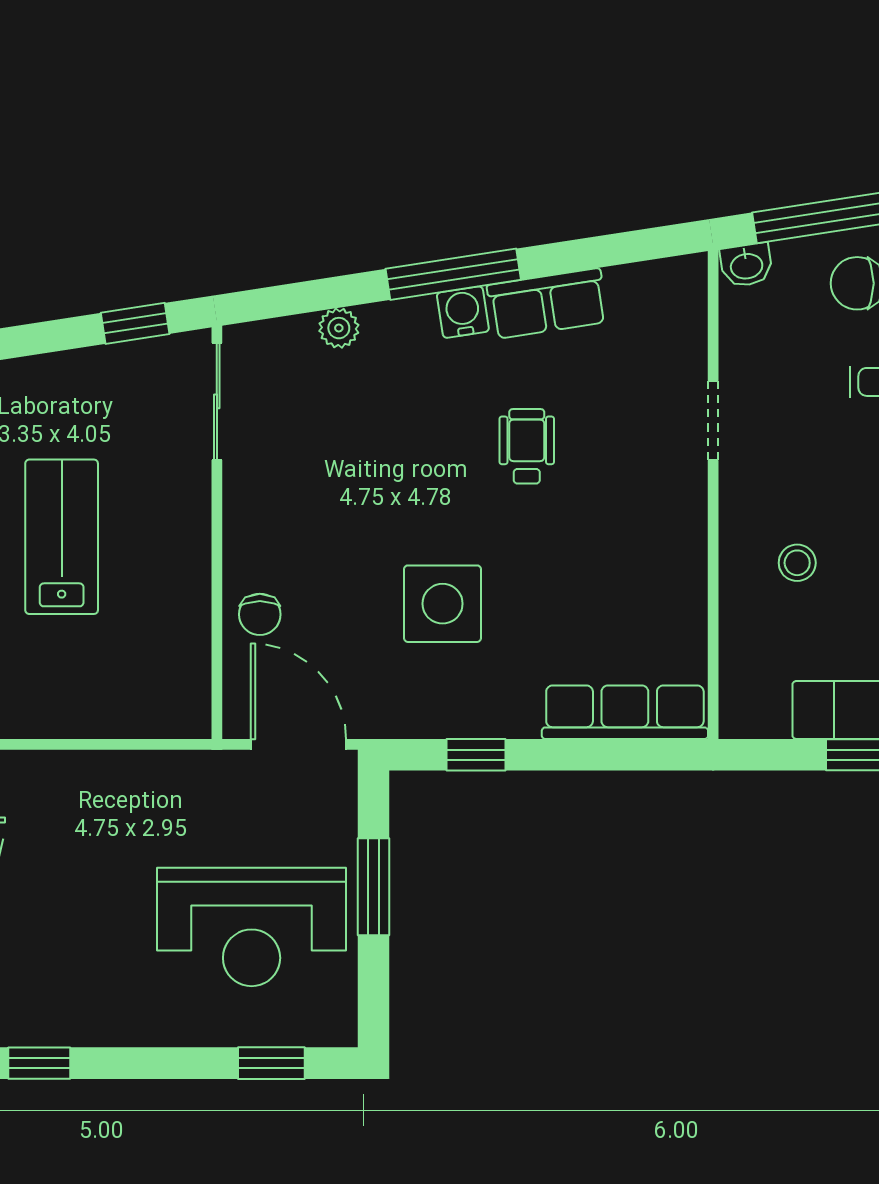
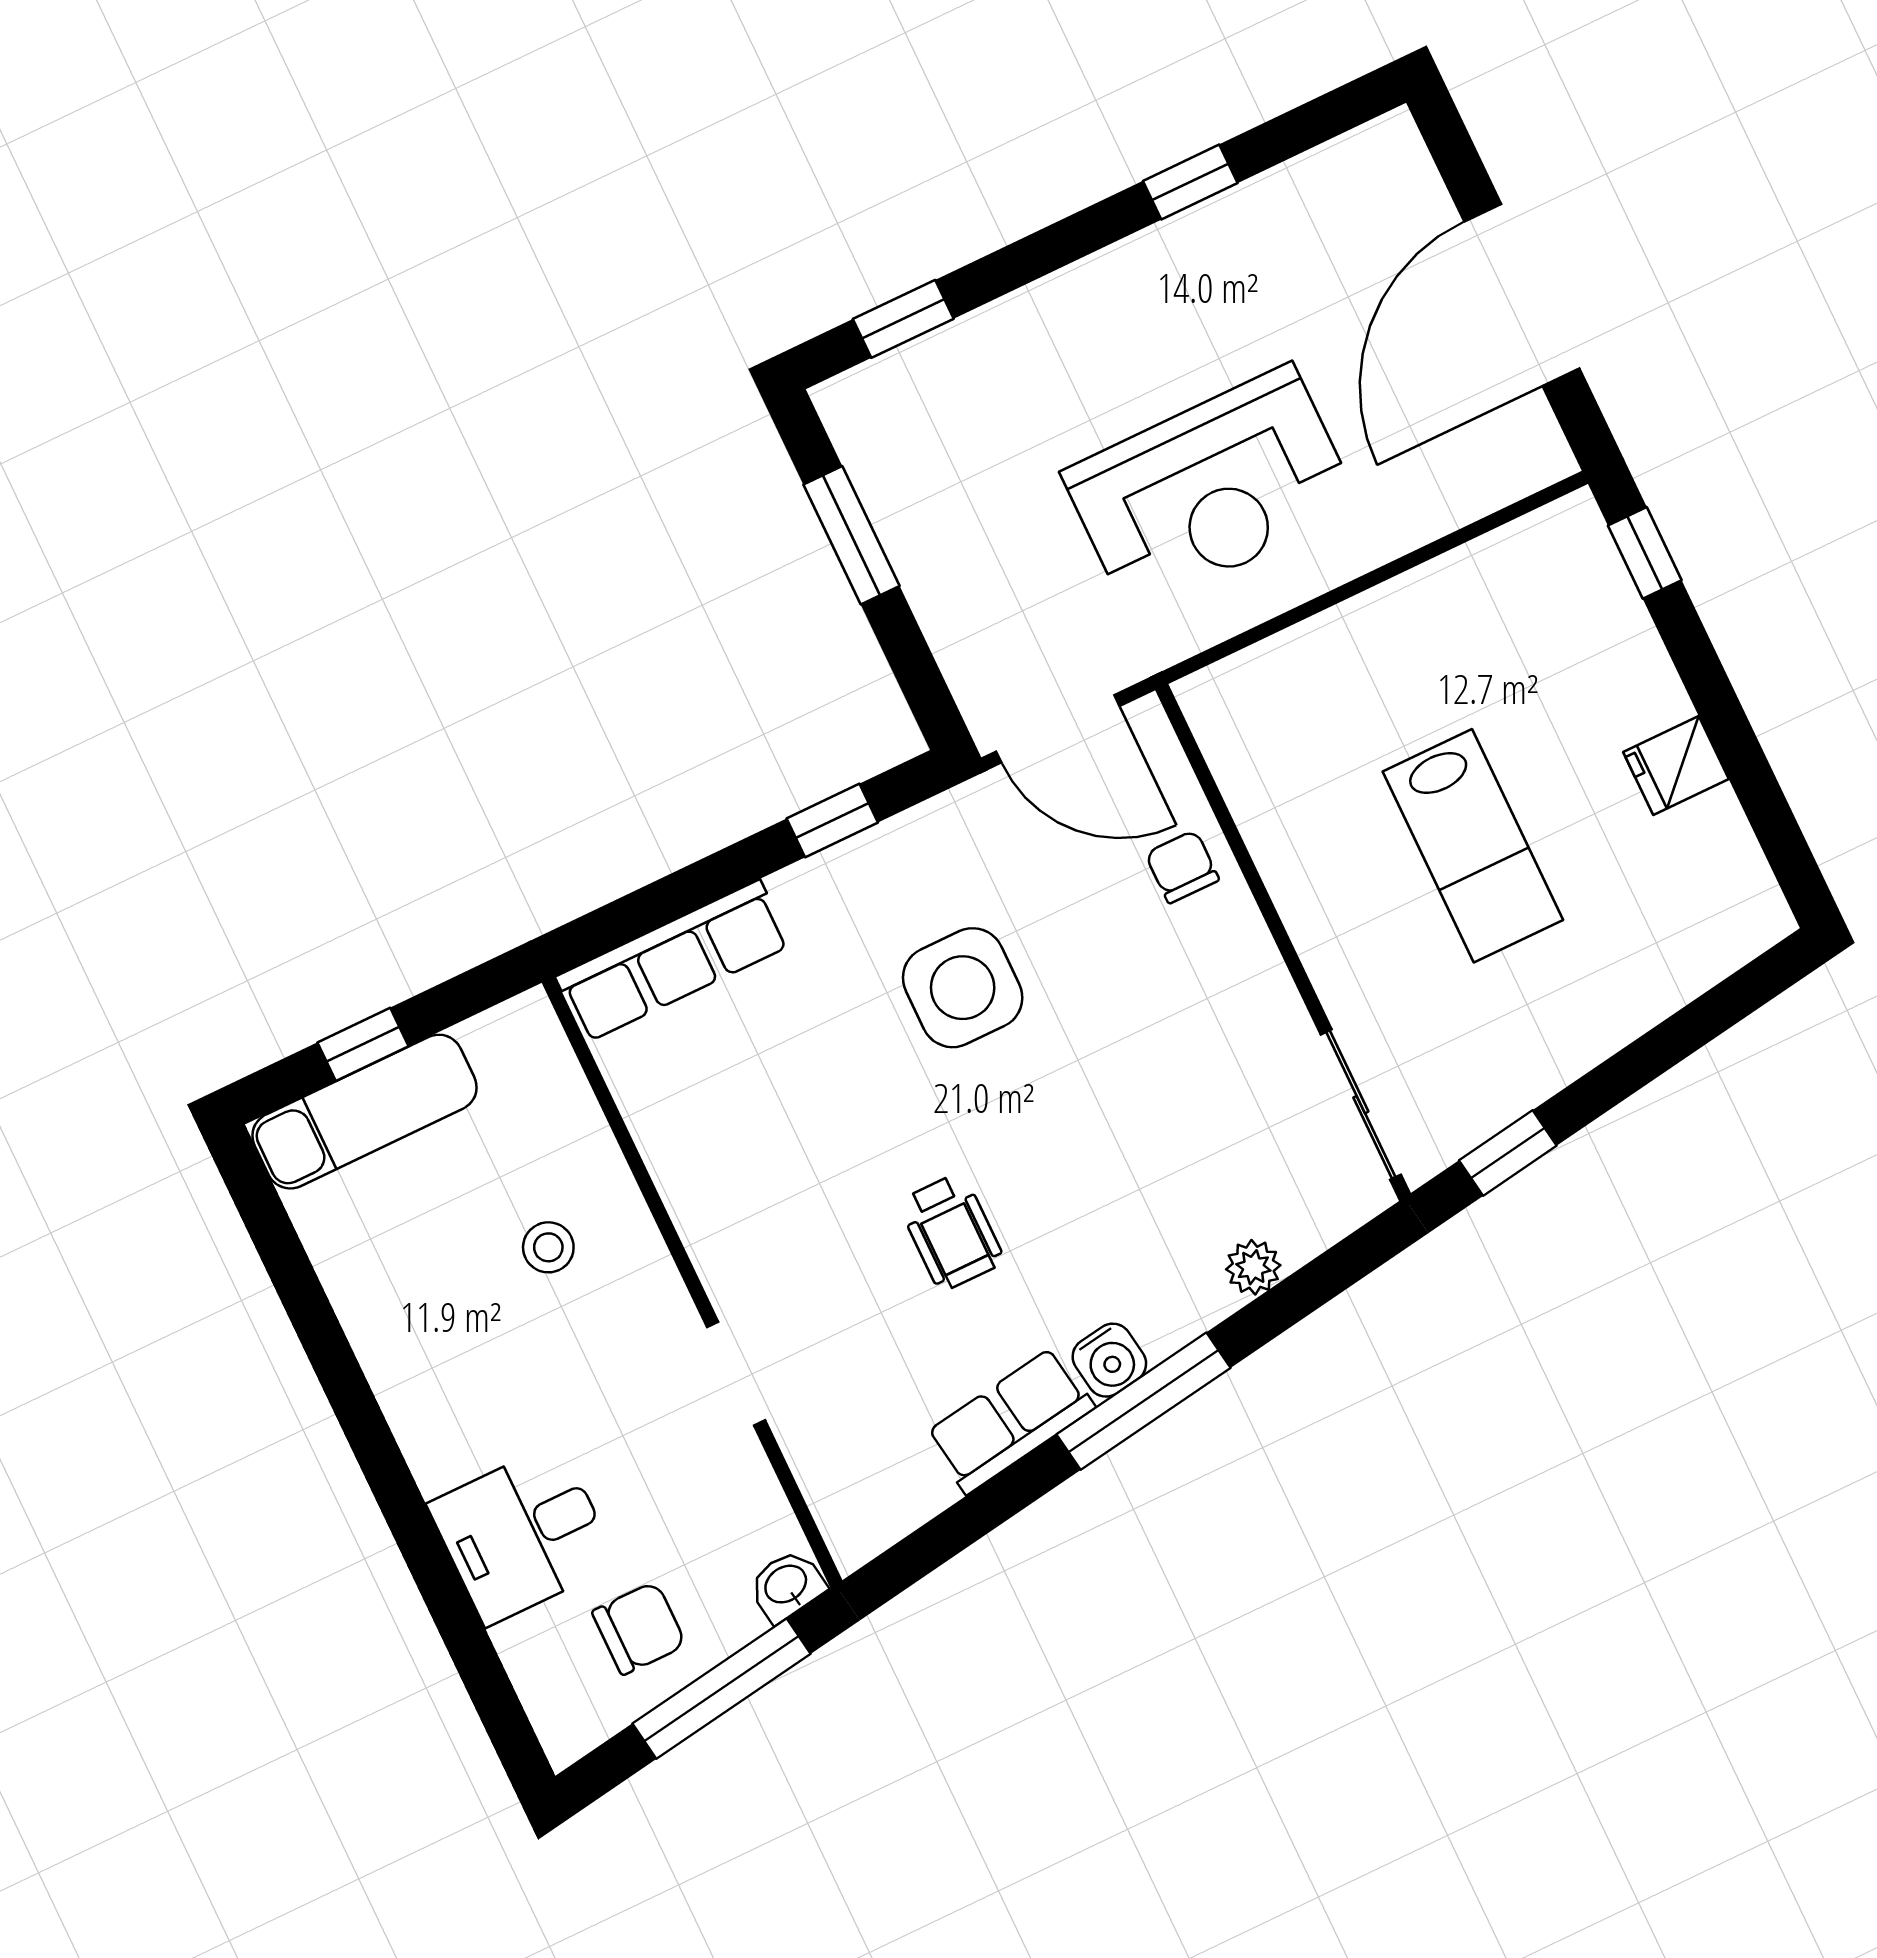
window: (374, 887) -> (851, 535), moved
reception desk: (252, 927) -> (1211, 489), moved, turned 180

